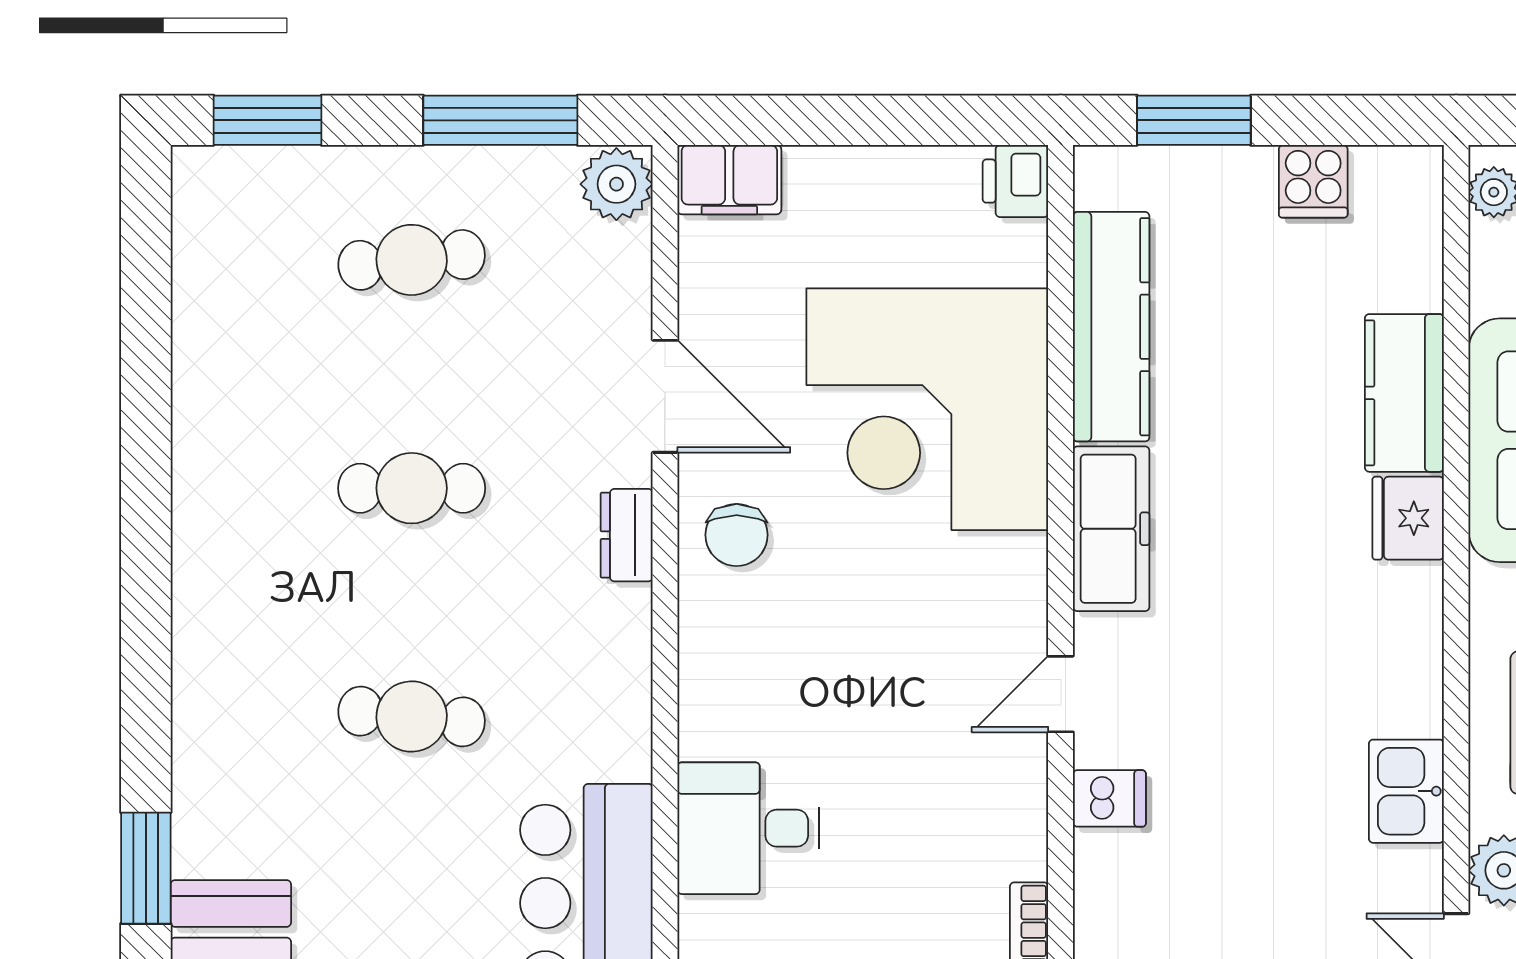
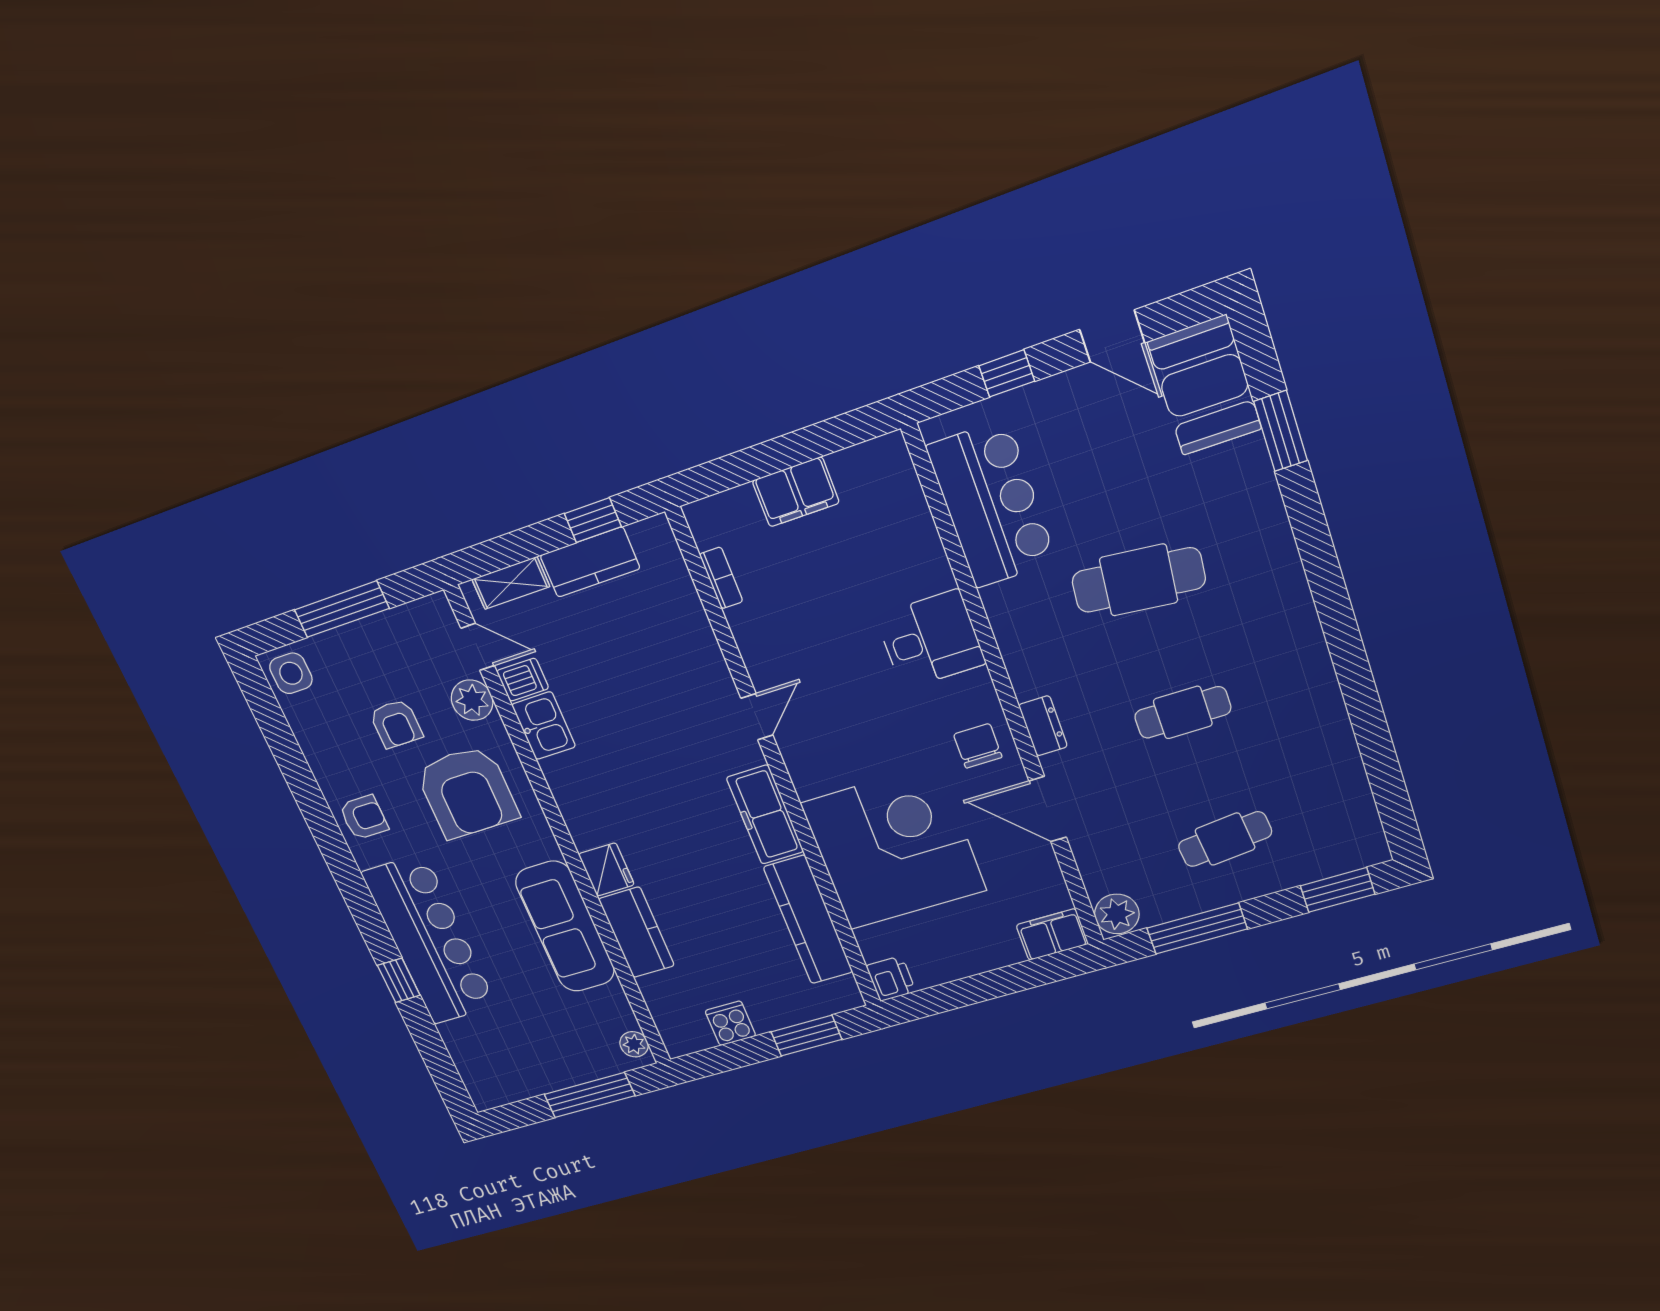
cafe table: (412, 716) -> (1139, 580), width x1.37, depth x1.35
dishwasher: (1109, 798) -> (523, 680), moved, turned 180
desk: (748, 828) -> (931, 640), moved

